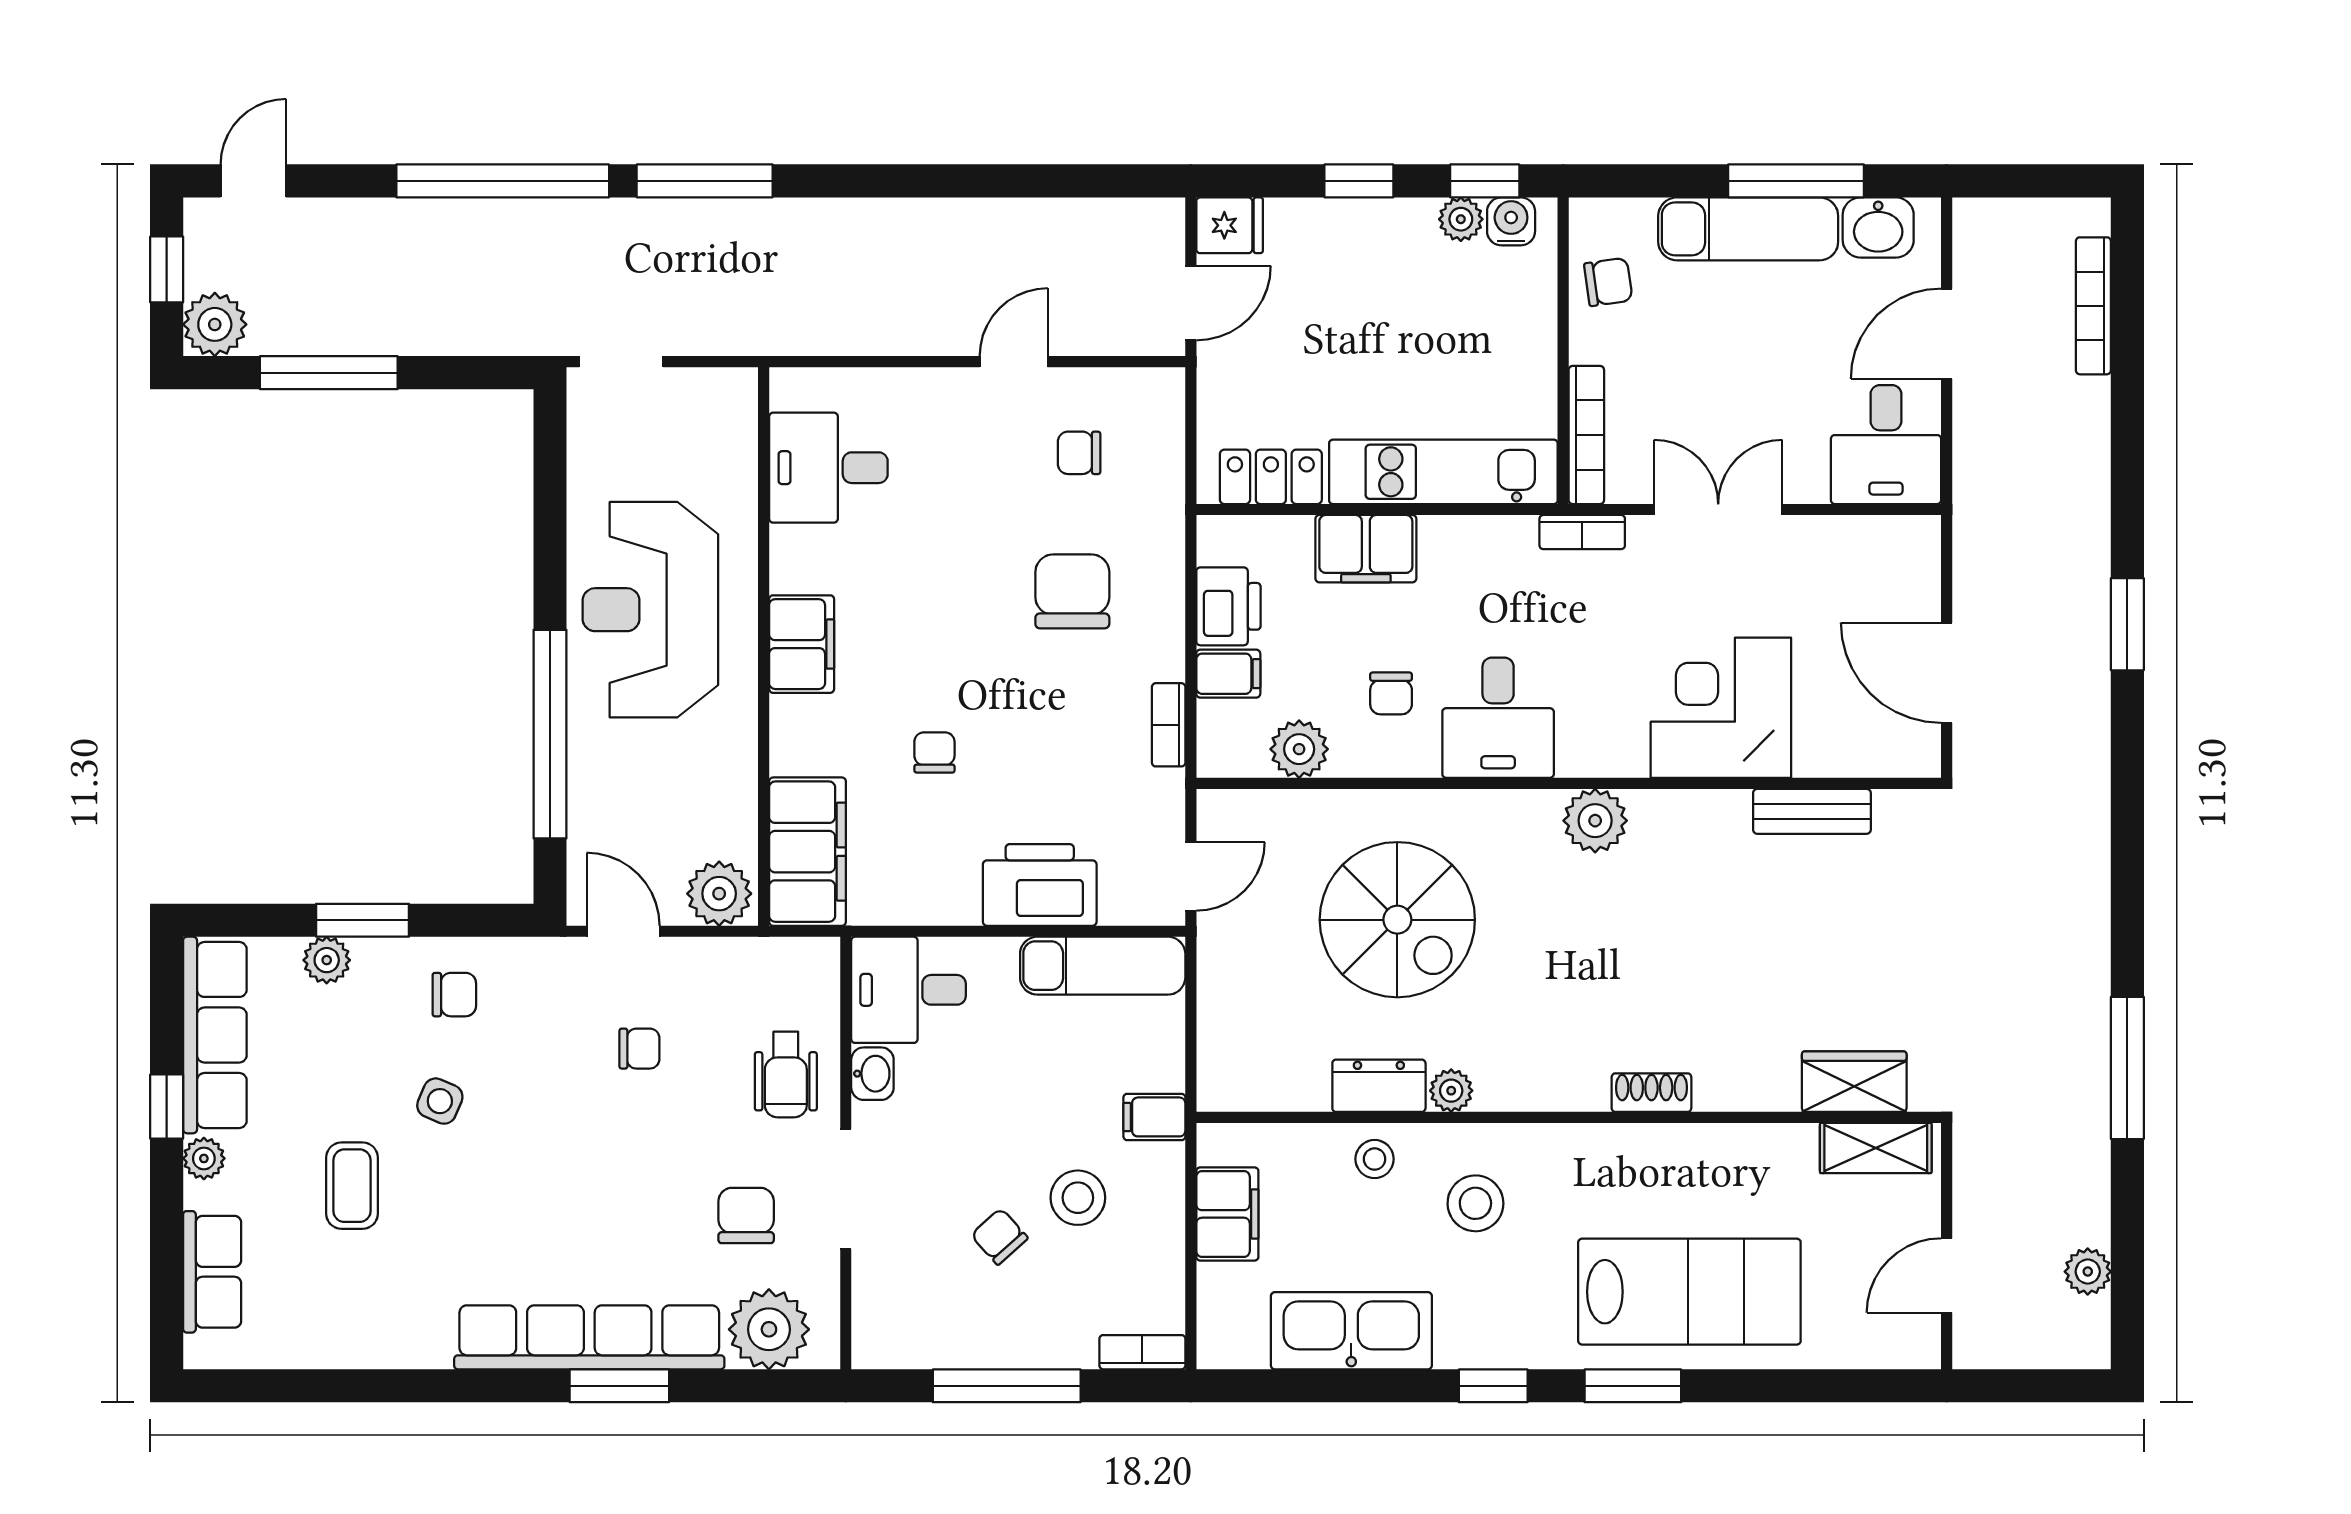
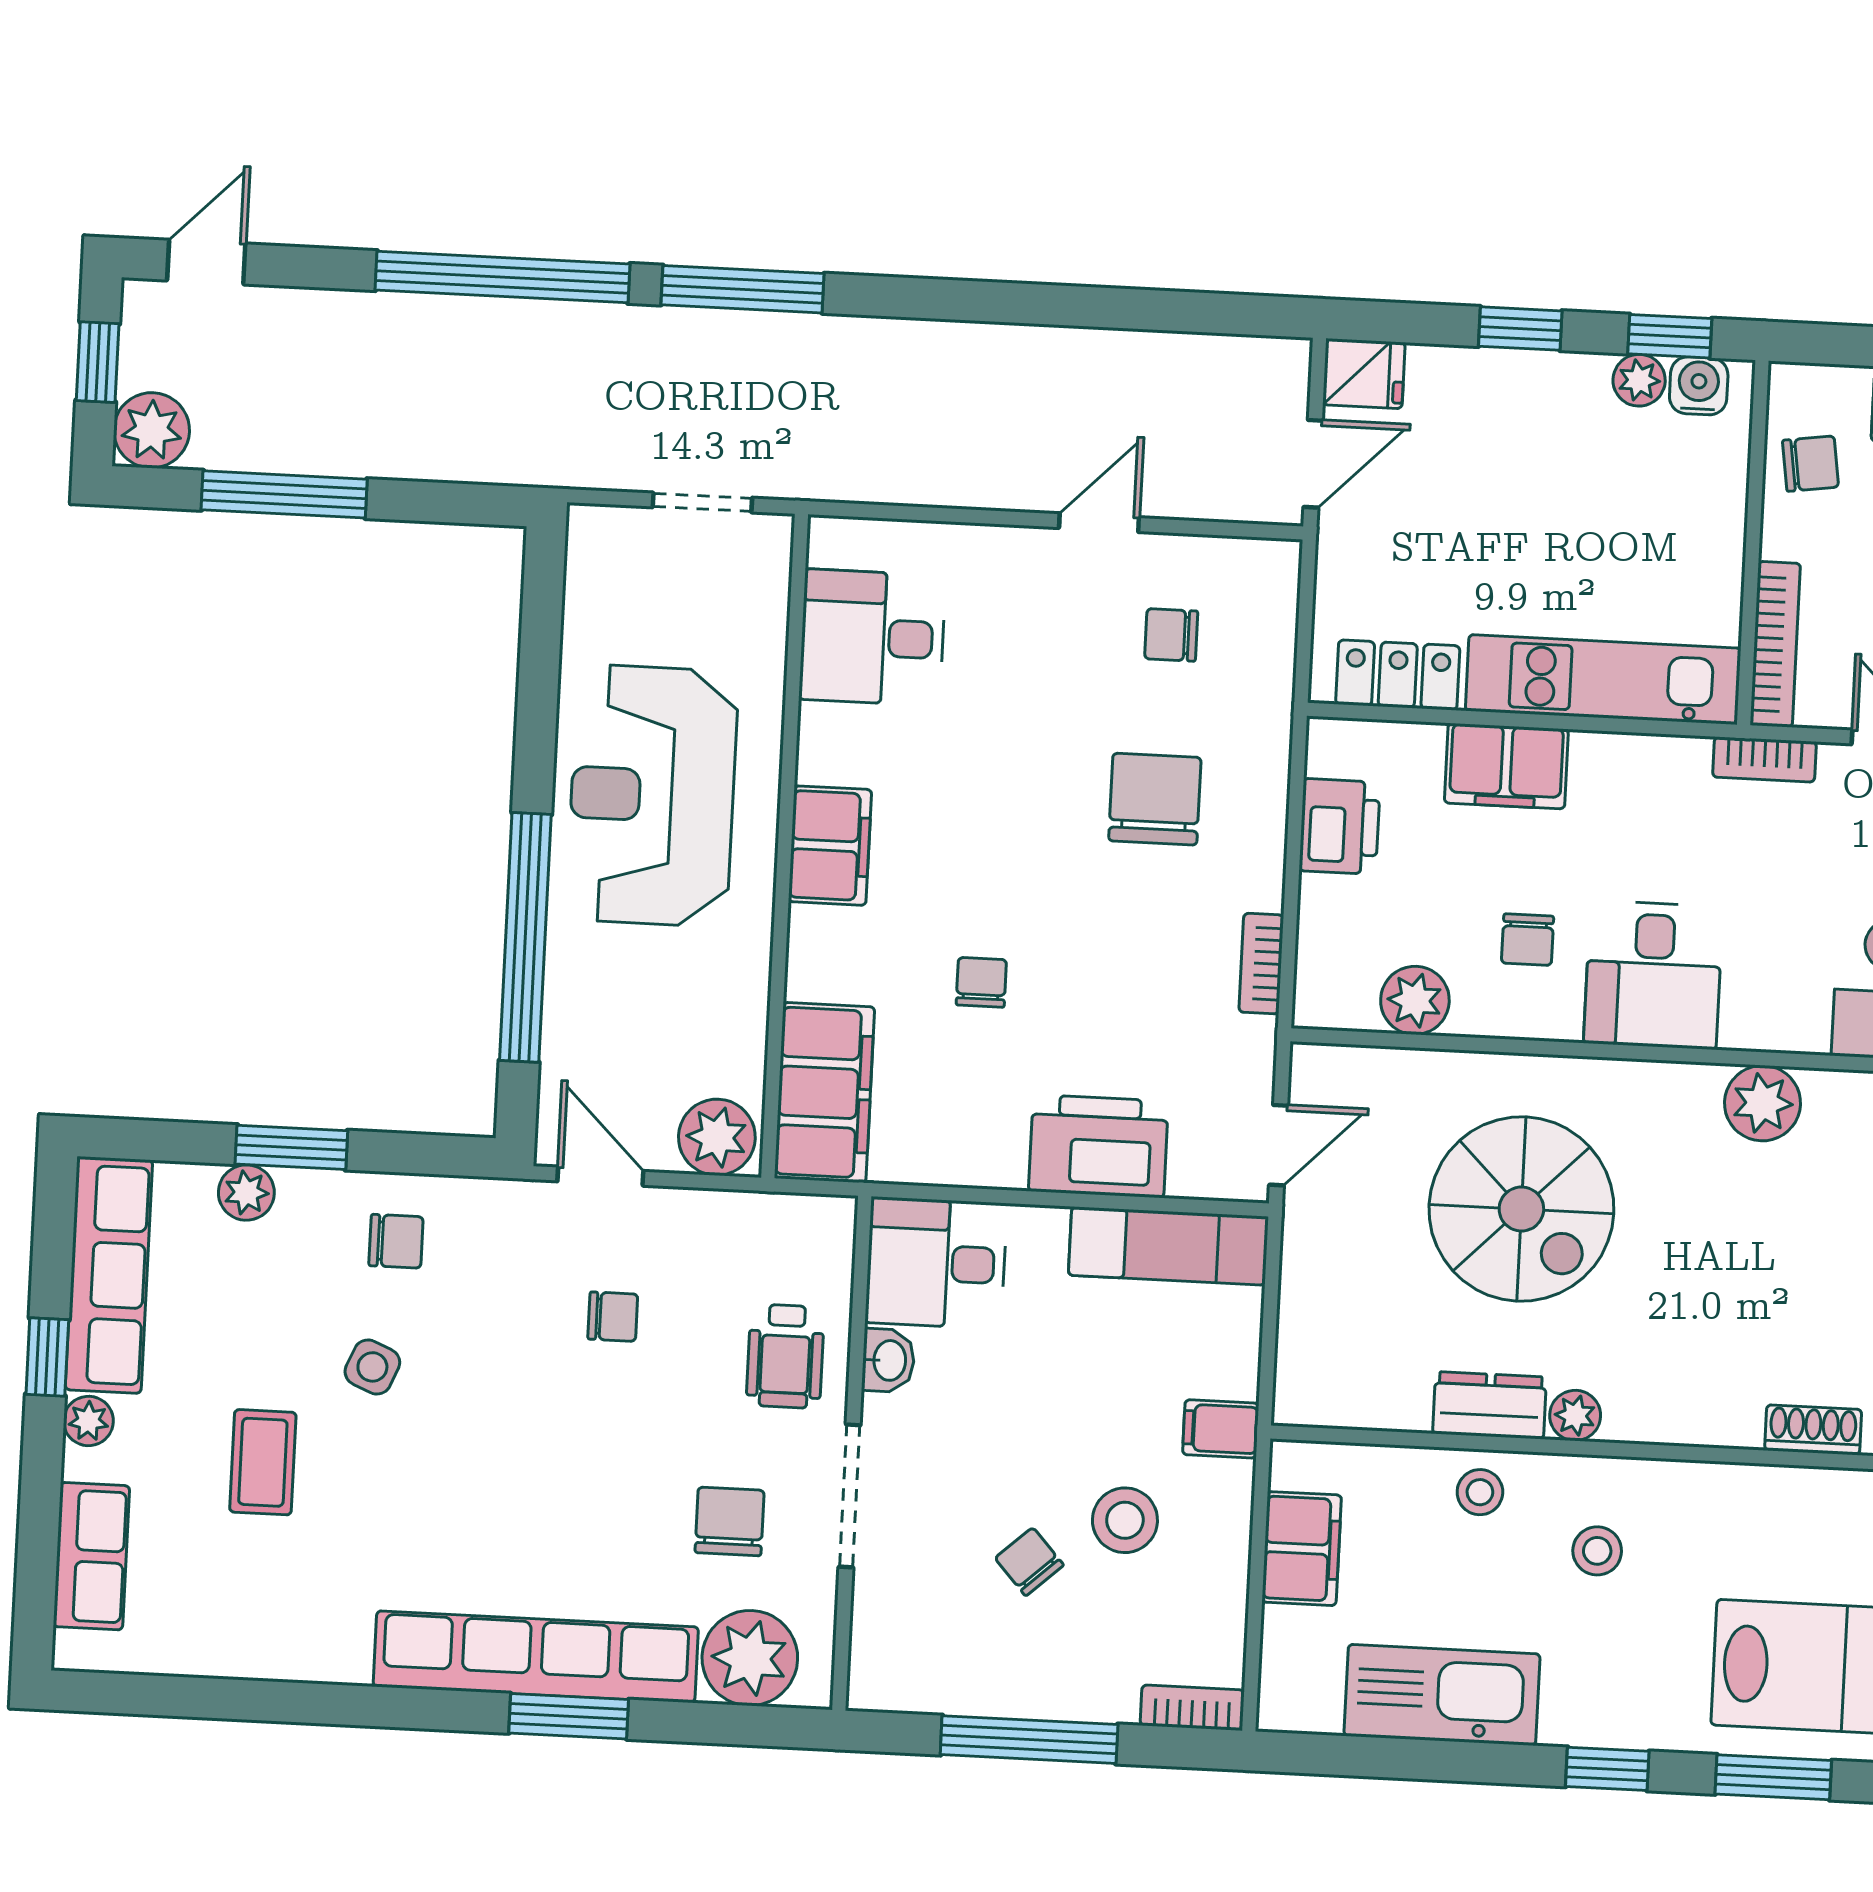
doorway: (621, 362) -> (702, 503), moved
filing cabinet: (1228, 674) -> (1335, 906), removed
stool: (1475, 1203) -> (1597, 1551), width x0.73, depth x0.73

